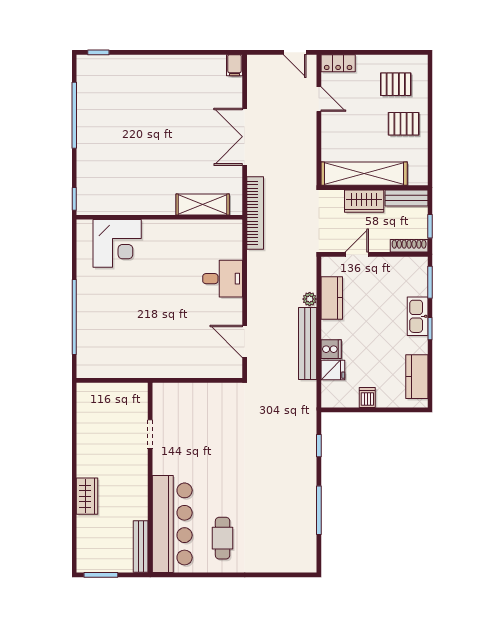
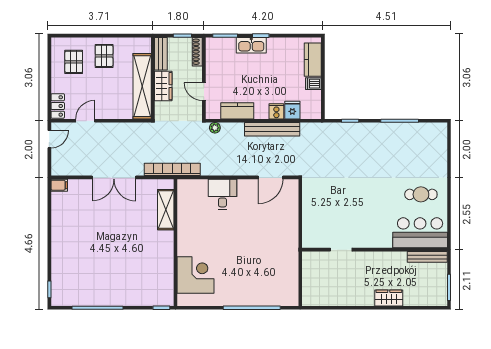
plant: (310, 299) -> (215, 128), moved
kitchen counter: (417, 377) -> (313, 60), moved, turned 90
bar counter: (172, 524) -> (420, 233), width x0.73

